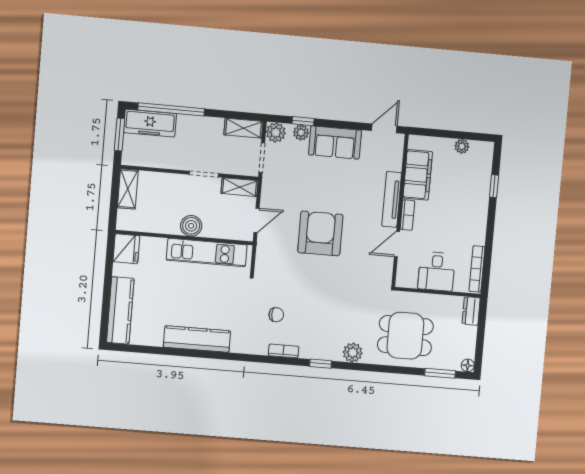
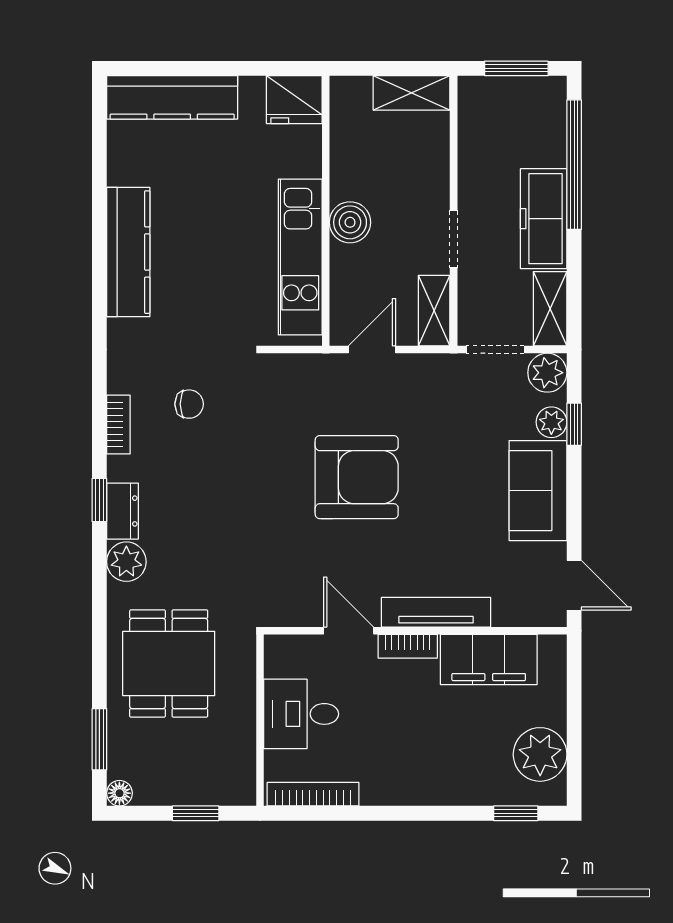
freezer: (150, 123) -> (544, 219), moved
plant: (462, 146) -> (540, 754), width x1.88, depth x1.88
window: (494, 186) -> (516, 813), moved
door: (257, 220) -> (372, 350), swing flipped
dresser: (471, 311) -> (122, 511), moved, turned 90
chair: (276, 315) -> (189, 404), turned -90
window: (481, 328) -> (196, 813), added

